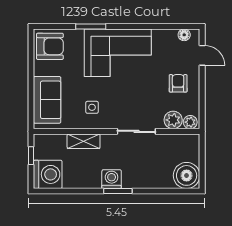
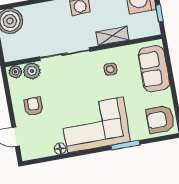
floor lamp: (184, 35) -> (60, 149), moved
armchair: (178, 83) -> (33, 106), turned 180
sliding door: (136, 131) -> (64, 54), width x1.37

